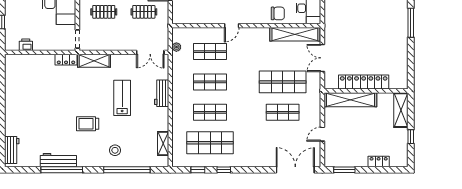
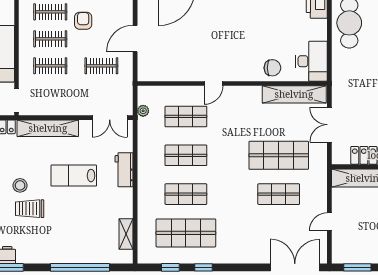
shelving: (94, 61) -> (48, 128), width x1.47
lab bench: (122, 98) -> (74, 176), turned -90
stool: (115, 150) -> (20, 185), moved

